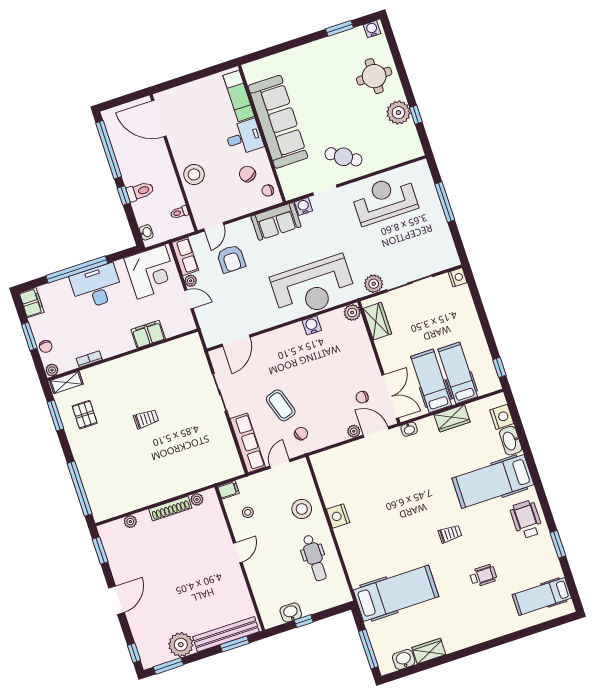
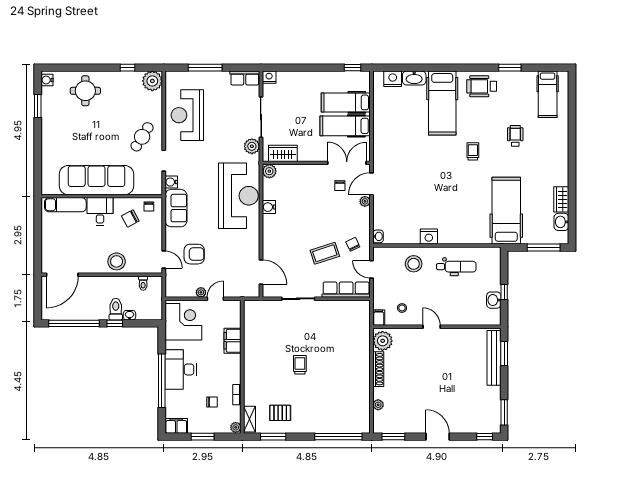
plant: (398, 113) -> (152, 81), moved
washbasin: (146, 232) -> (129, 315), moved
row of seats: (185, 256) -> (245, 78), moved, turned 180
chair: (46, 346) -> (212, 402), moved
wardrobe: (452, 418) -> (381, 119), removed
washbasin: (409, 429) -> (378, 236), moved
plant: (197, 499) -> (383, 341), width x1.88, depth x1.88
plant: (181, 645) -> (490, 397), removed

